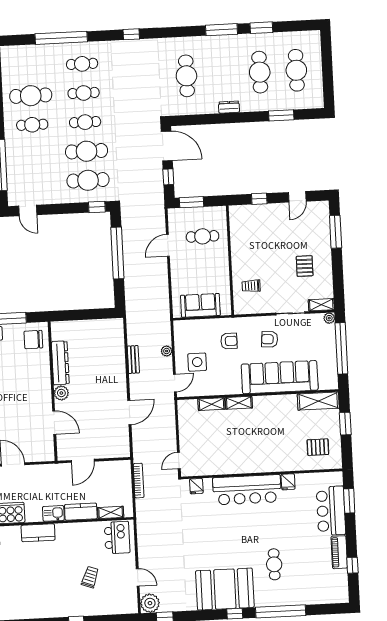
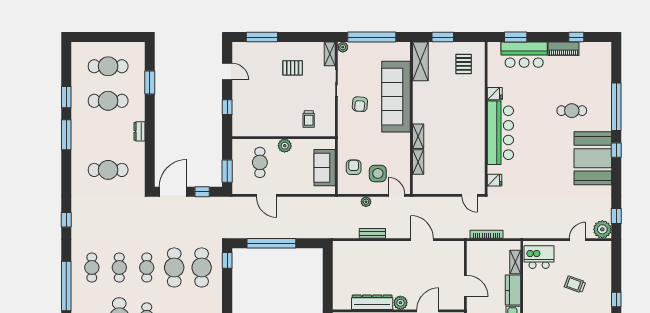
plant: (222, 262) -> (285, 146), added
armchair: (229, 341) -> (354, 167), moved

